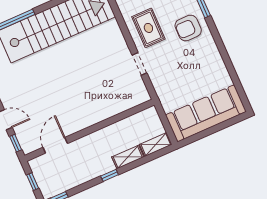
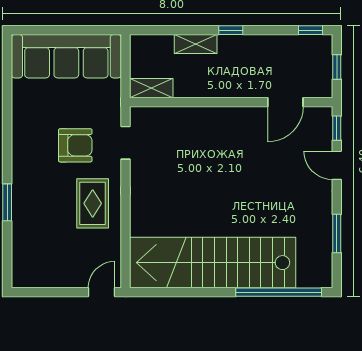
armchair: (188, 28) -> (75, 145), moved
doorway: (140, 64) -> (126, 143), moved
shelving: (156, 145) -> (151, 88), moved

